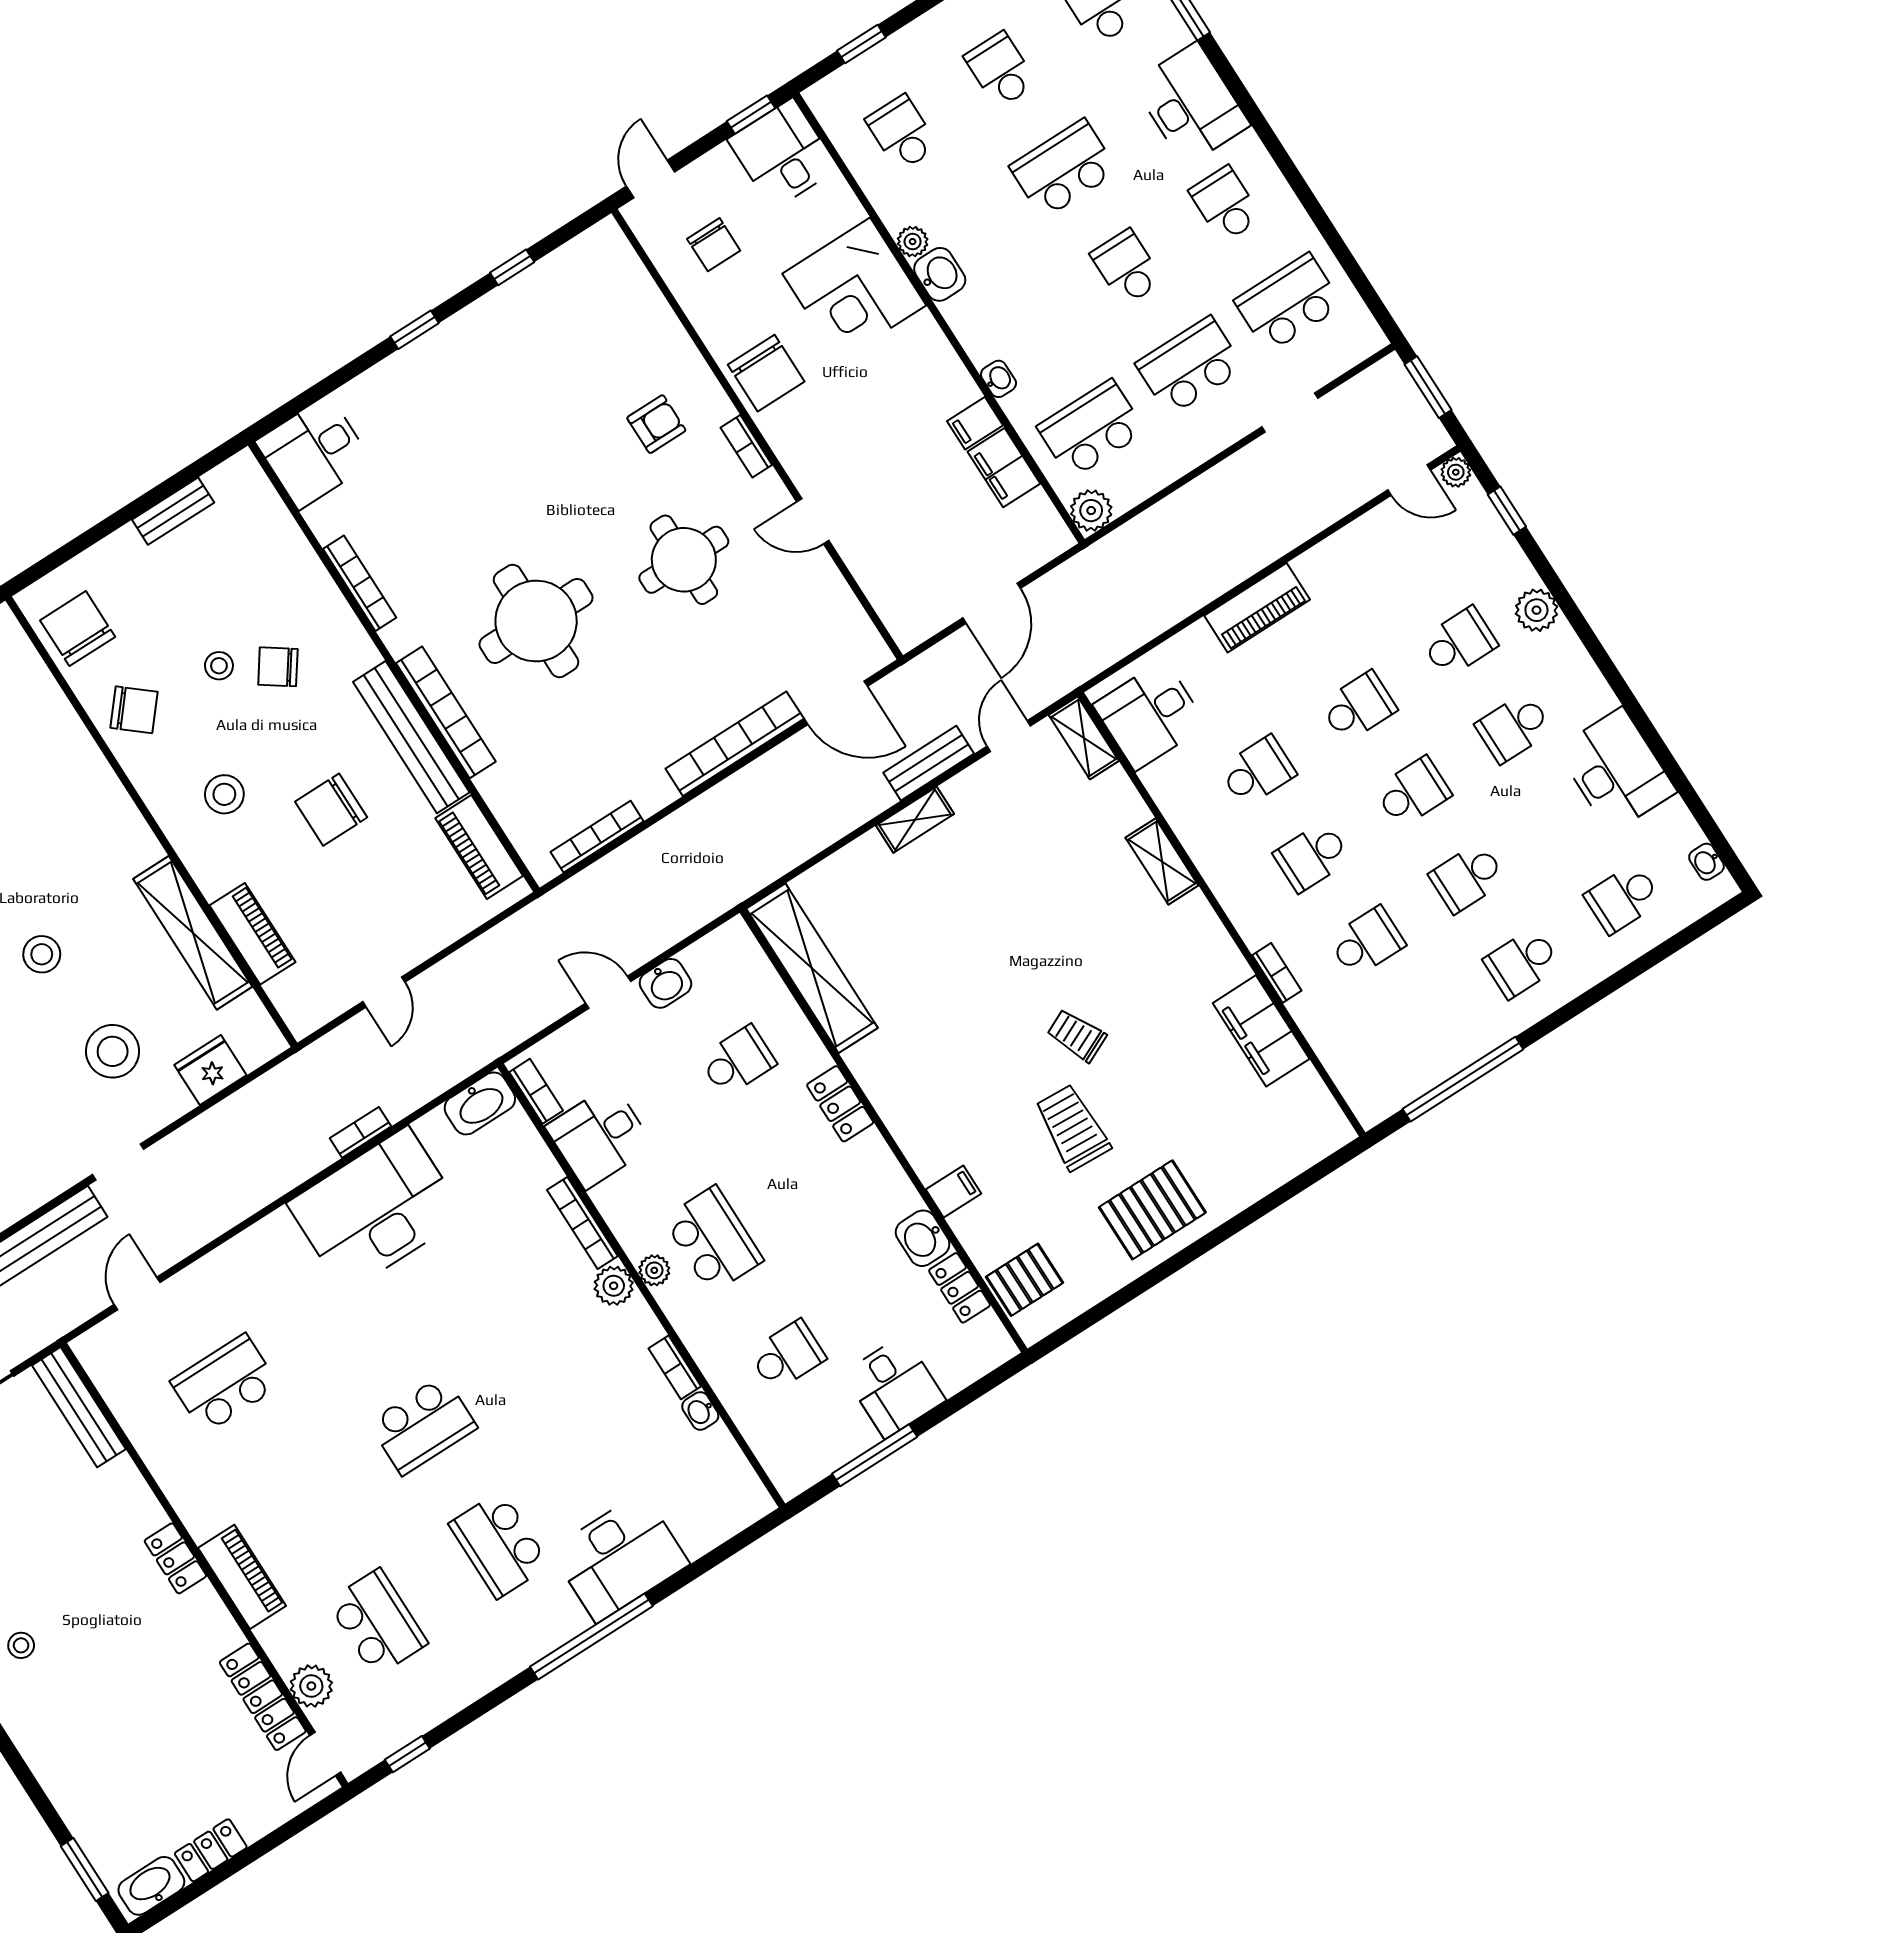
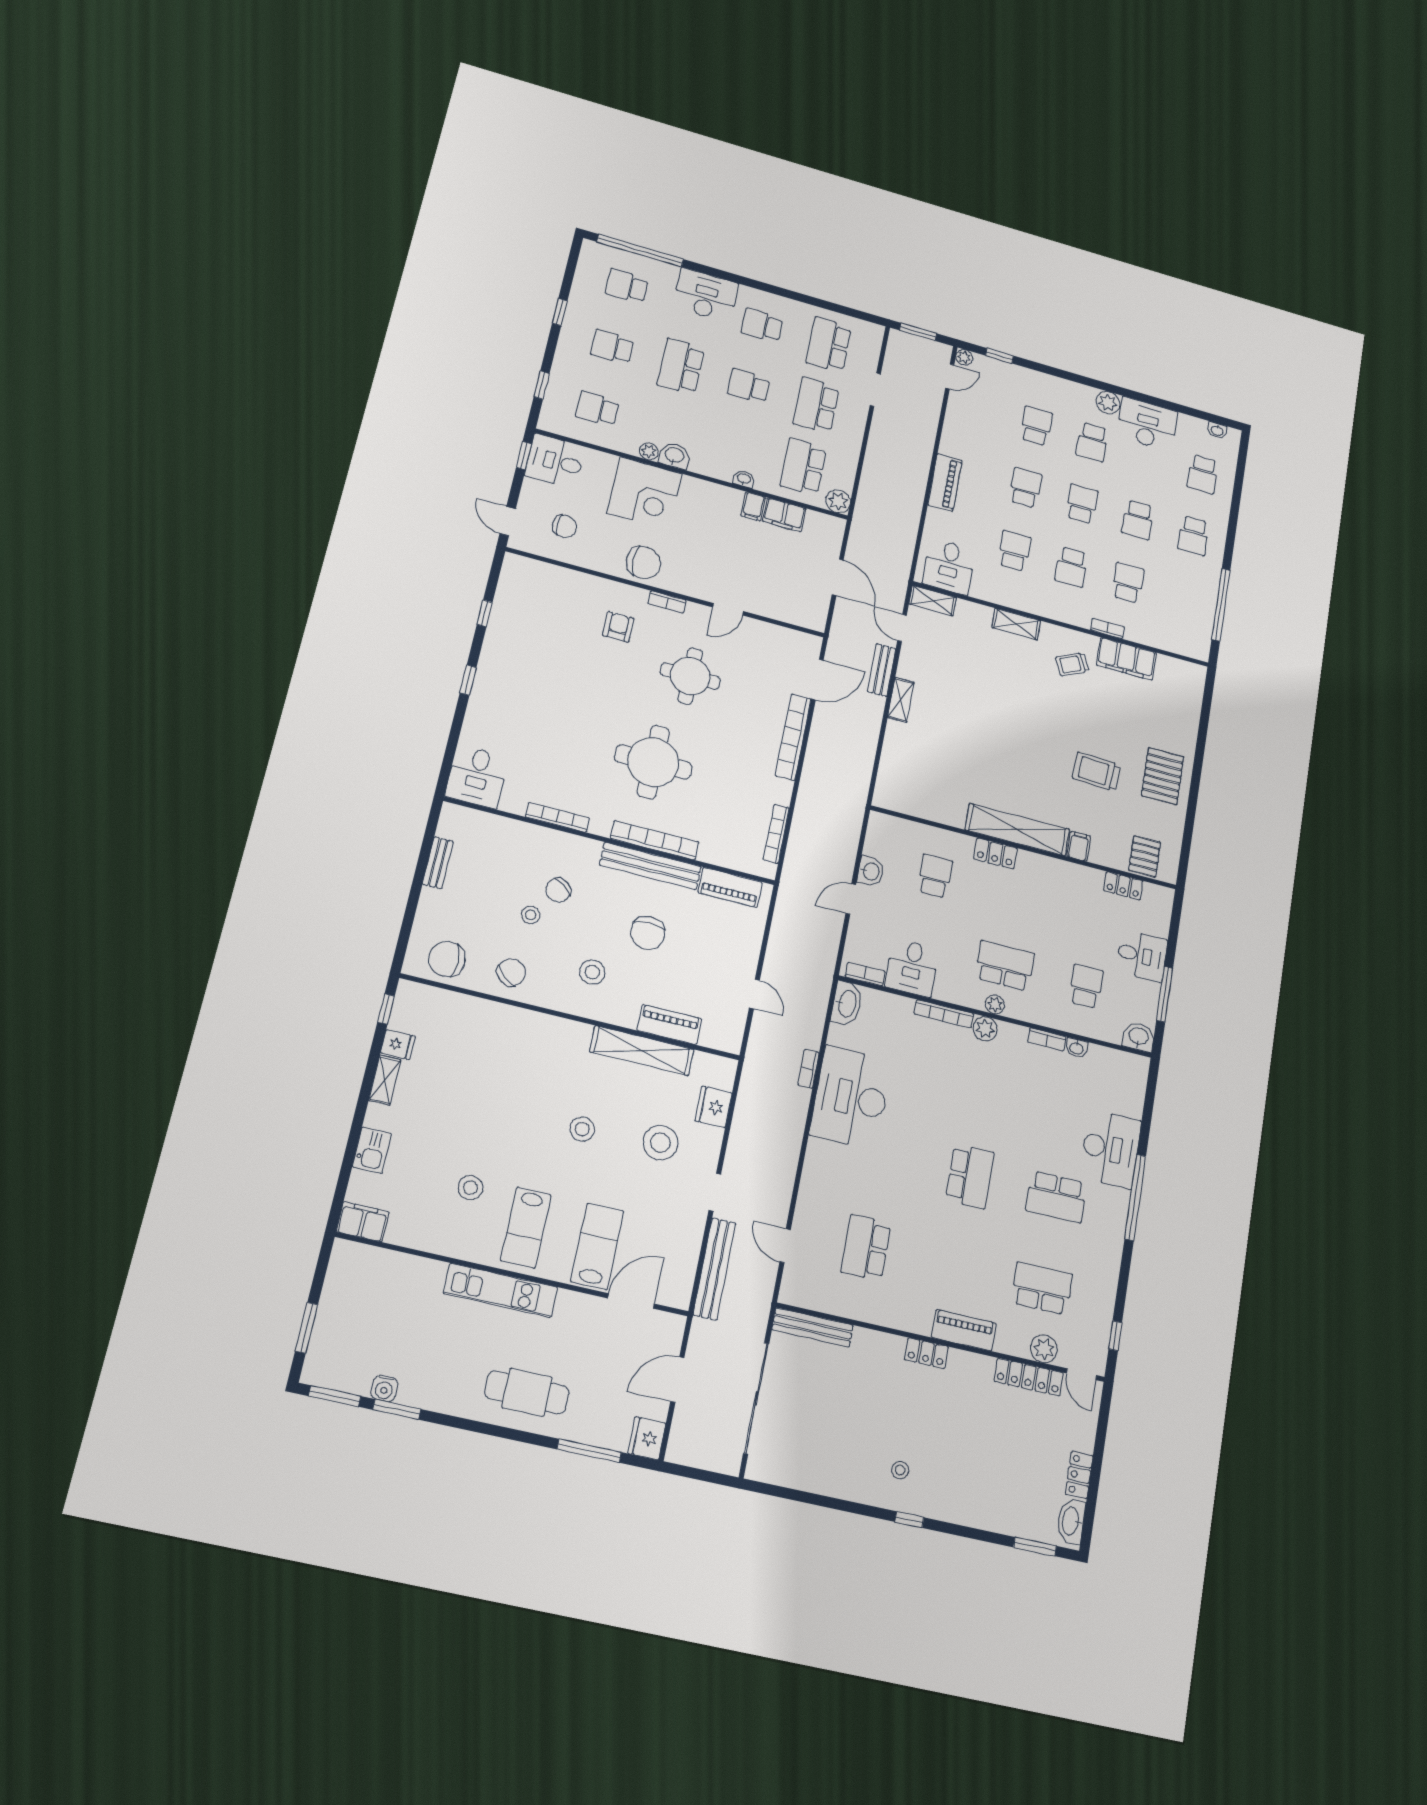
plant: (1536, 610) -> (1108, 403), moved
shelving: (812, 968) -> (1017, 830), moved
trolley: (1077, 1035) -> (1072, 664), moved
washbasin: (923, 1238) -> (1139, 1037), moved, turned 180

